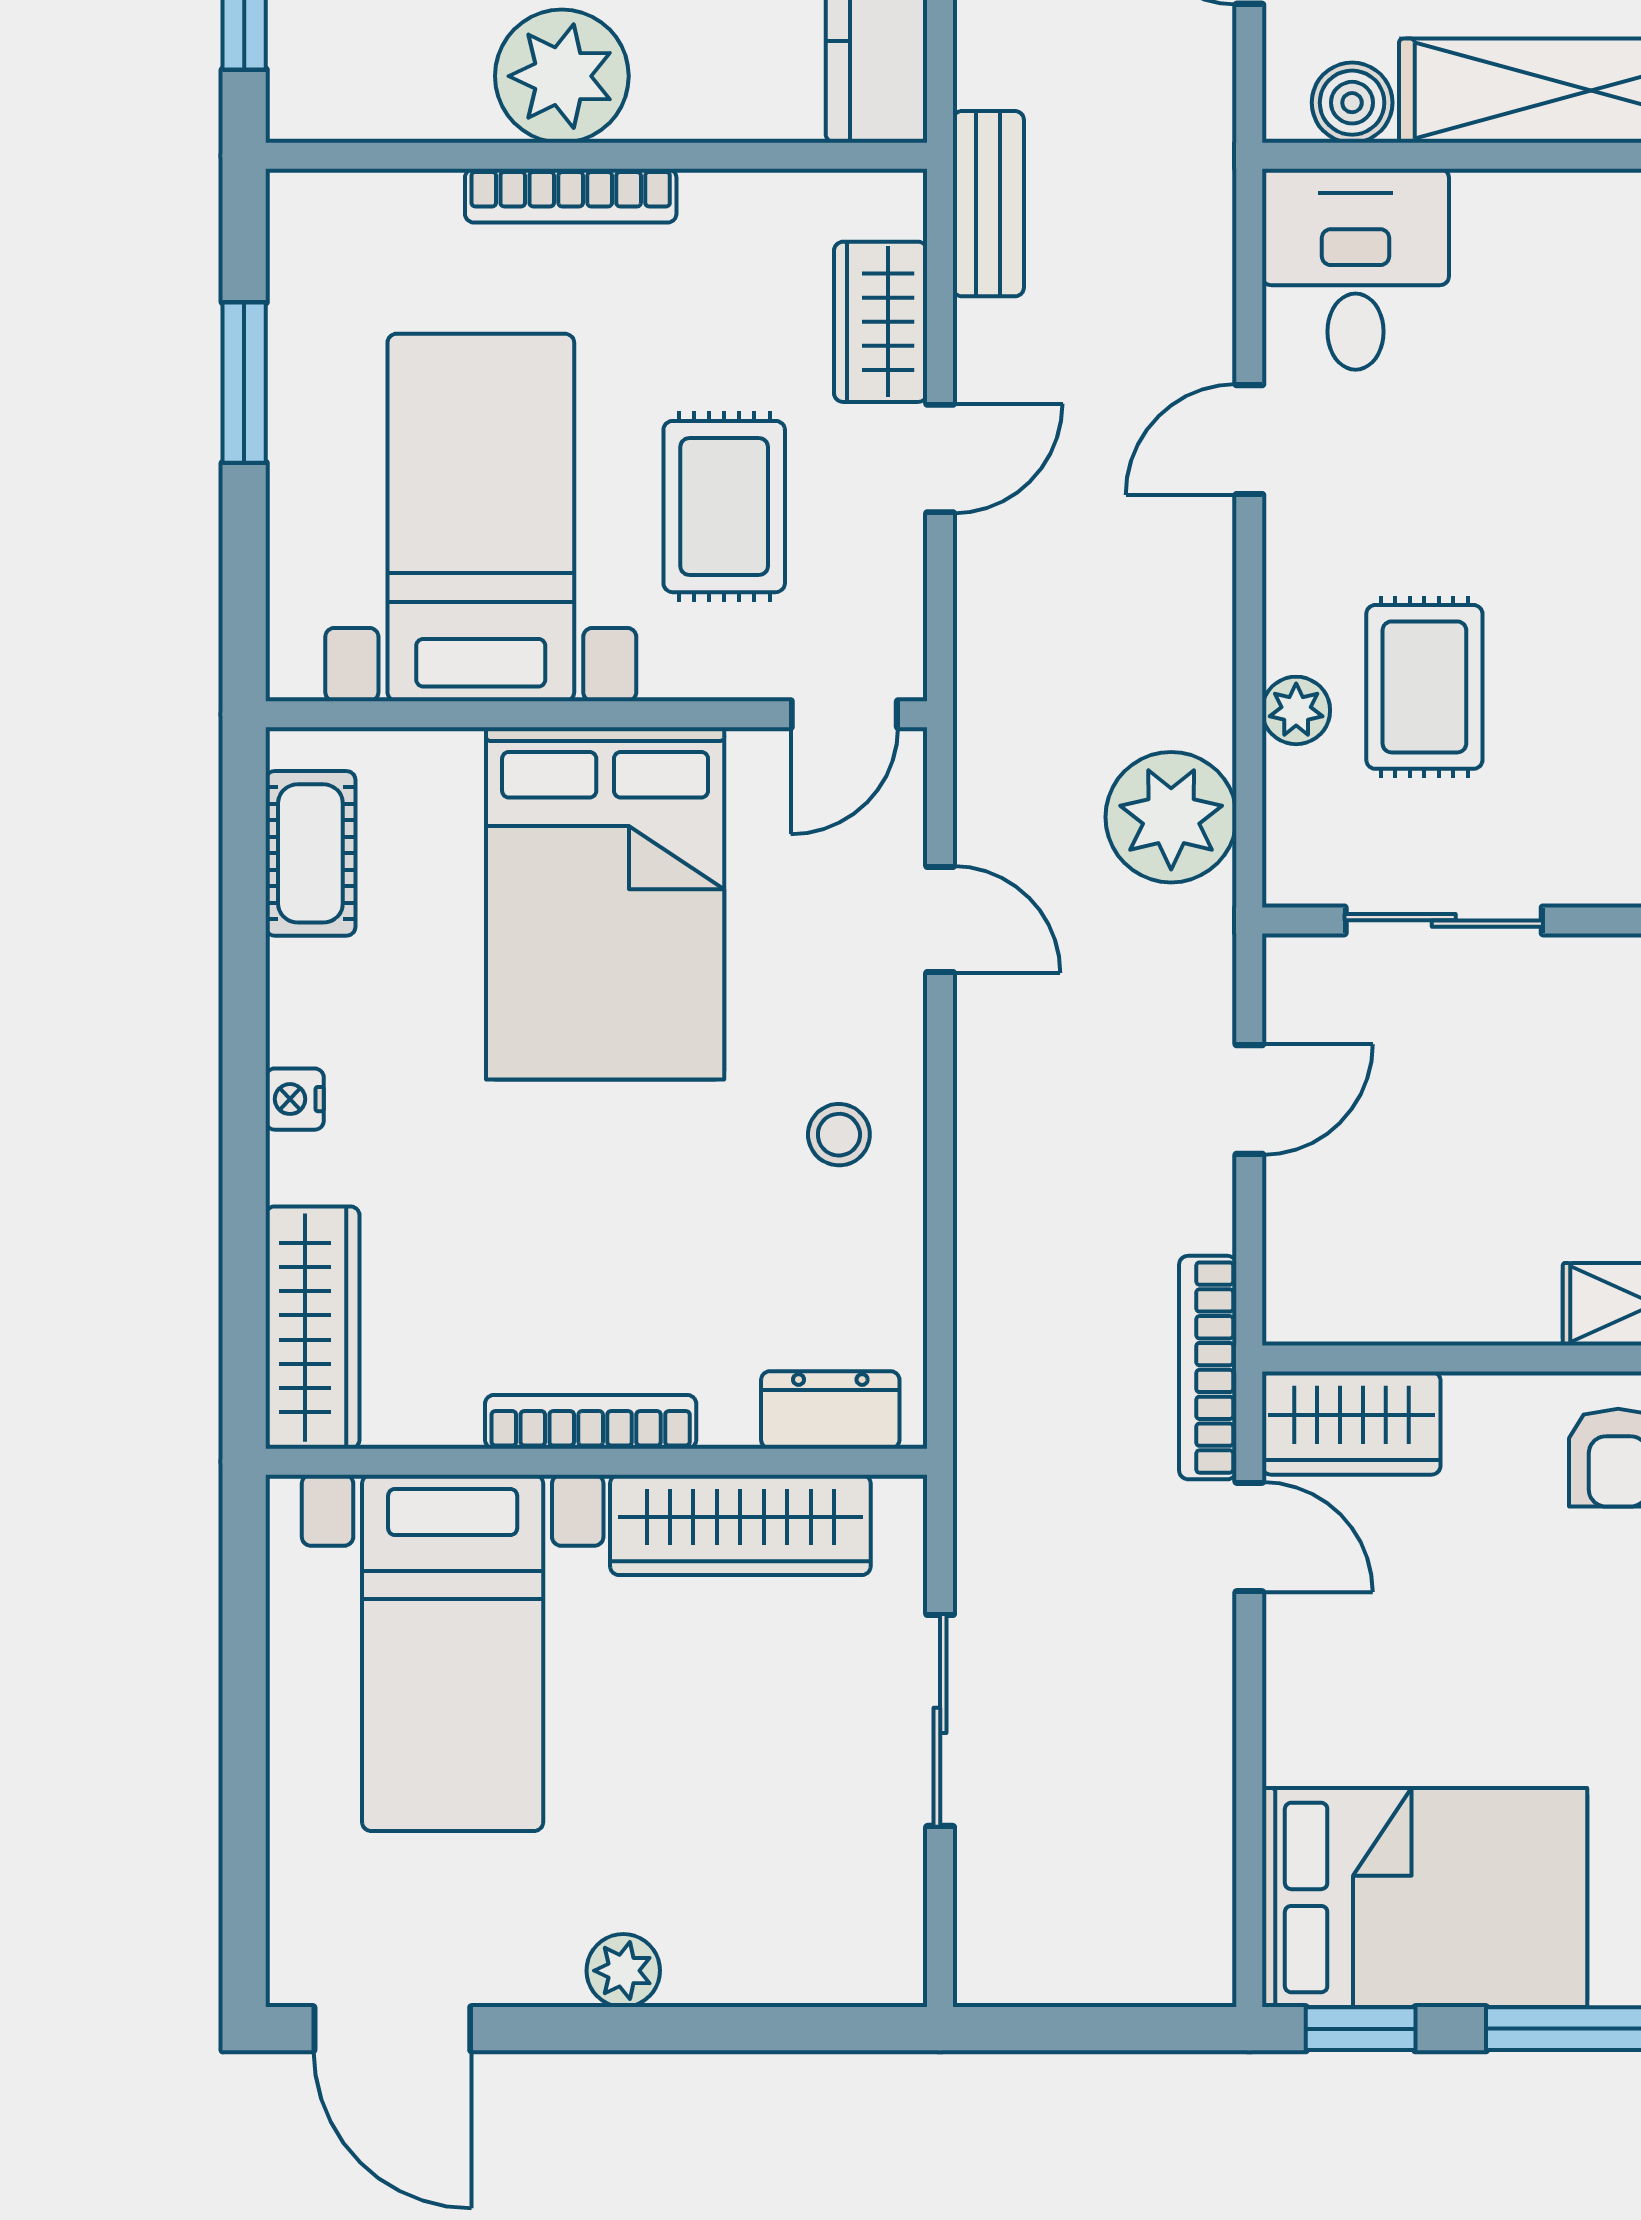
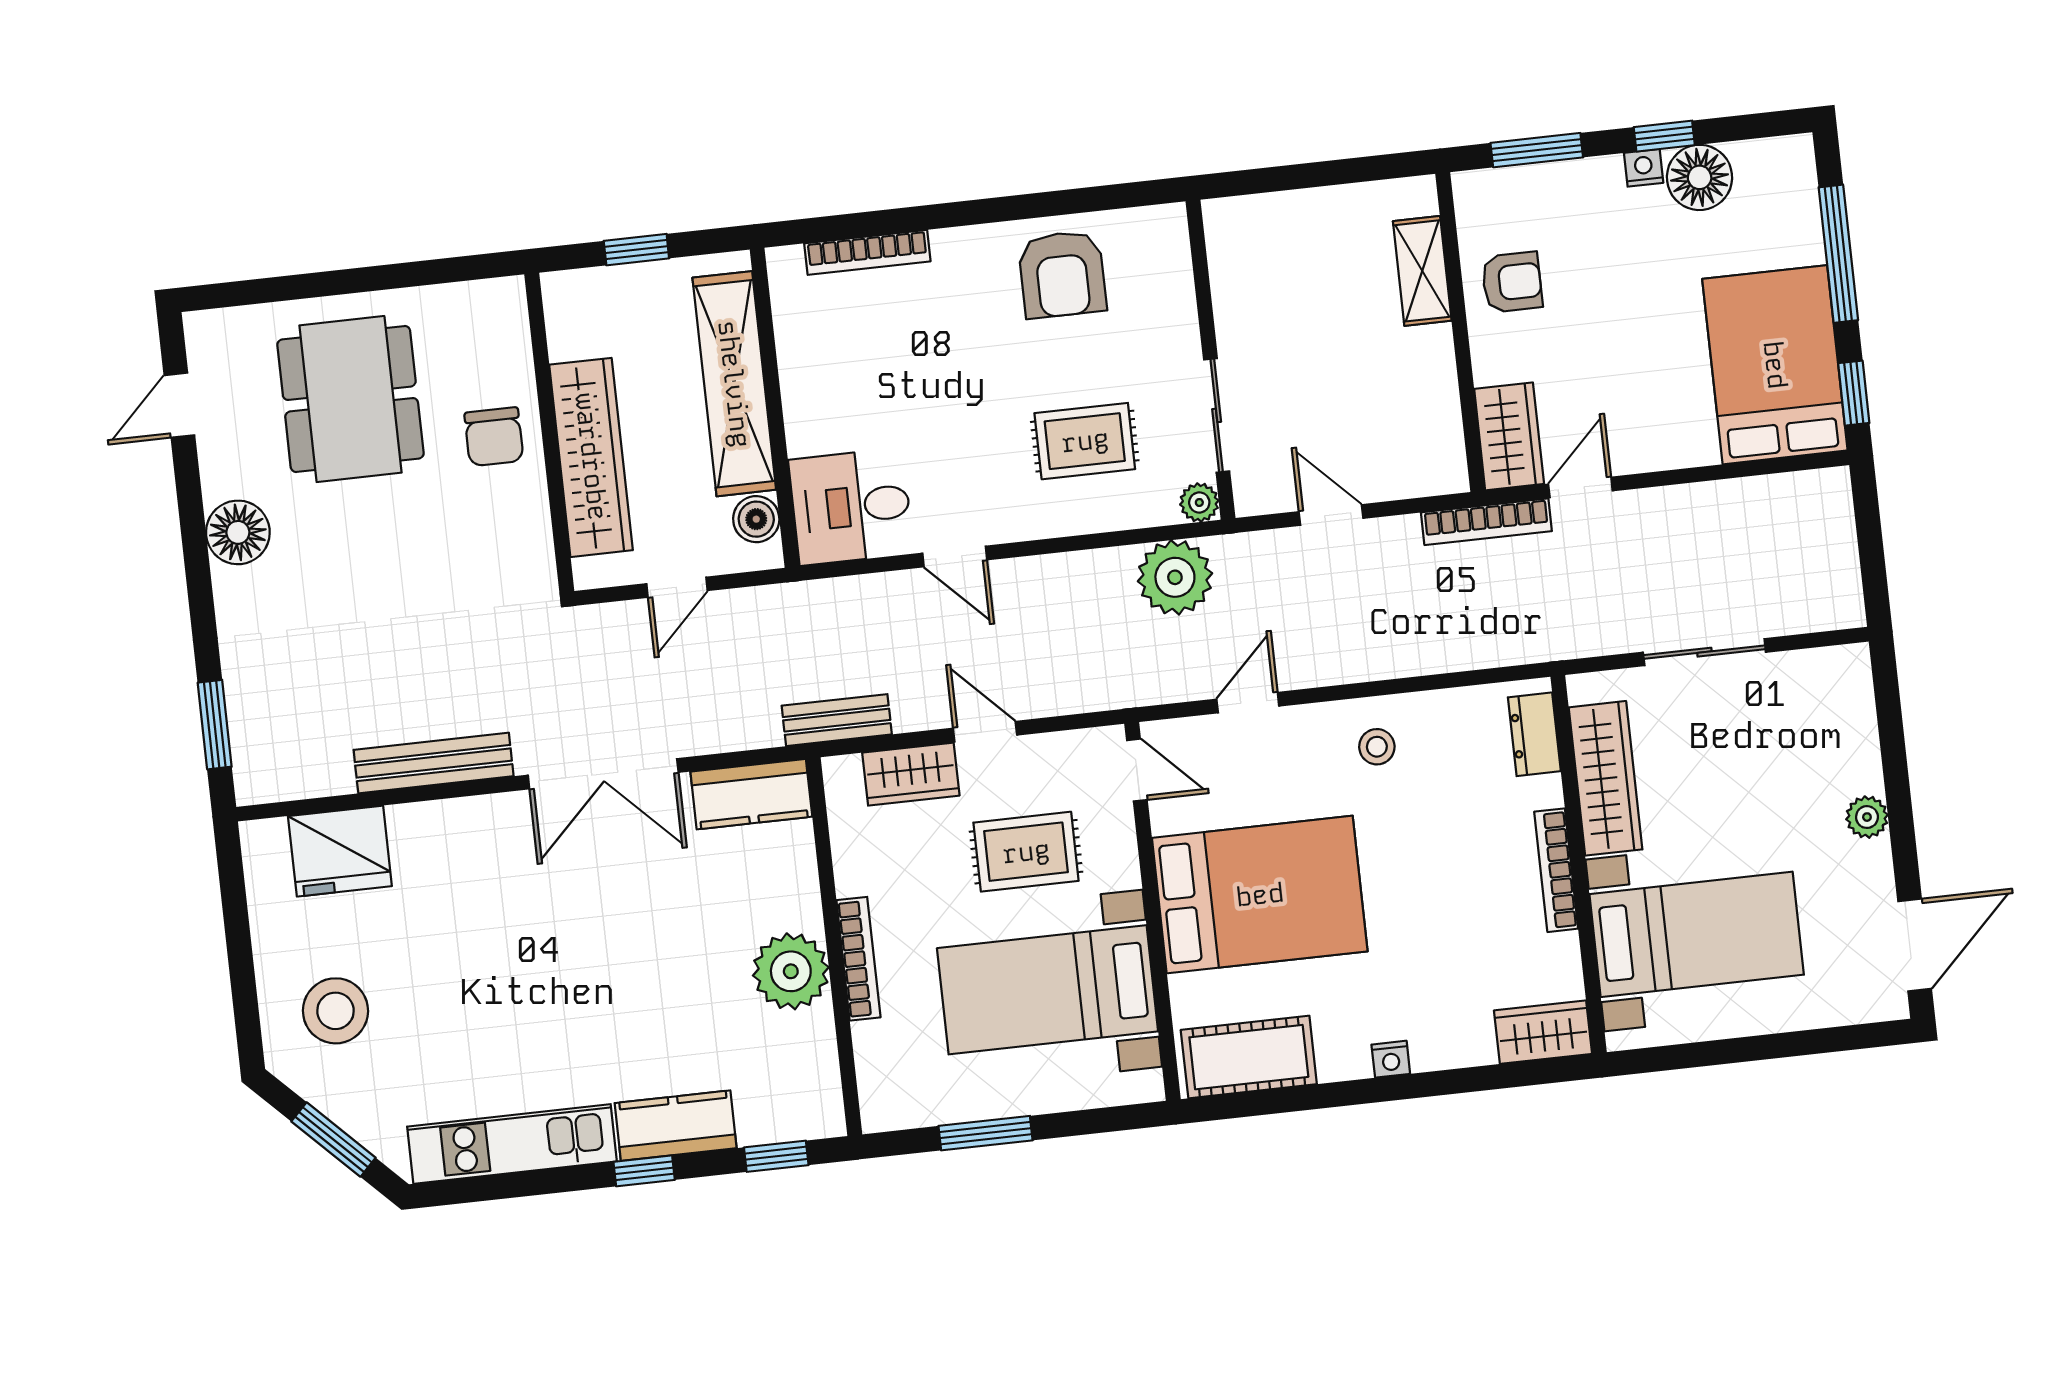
plant: (1296, 710) -> (1199, 502), moved
cot: (310, 853) -> (1249, 1057), width x1.37, depth x1.34
wardrobe: (313, 1328) -> (1543, 1032), width x0.67

